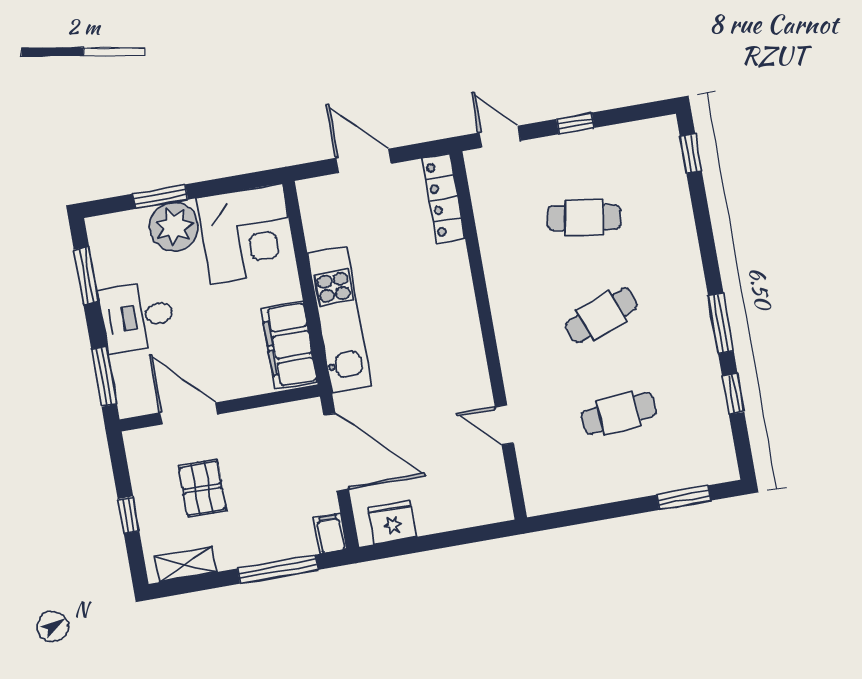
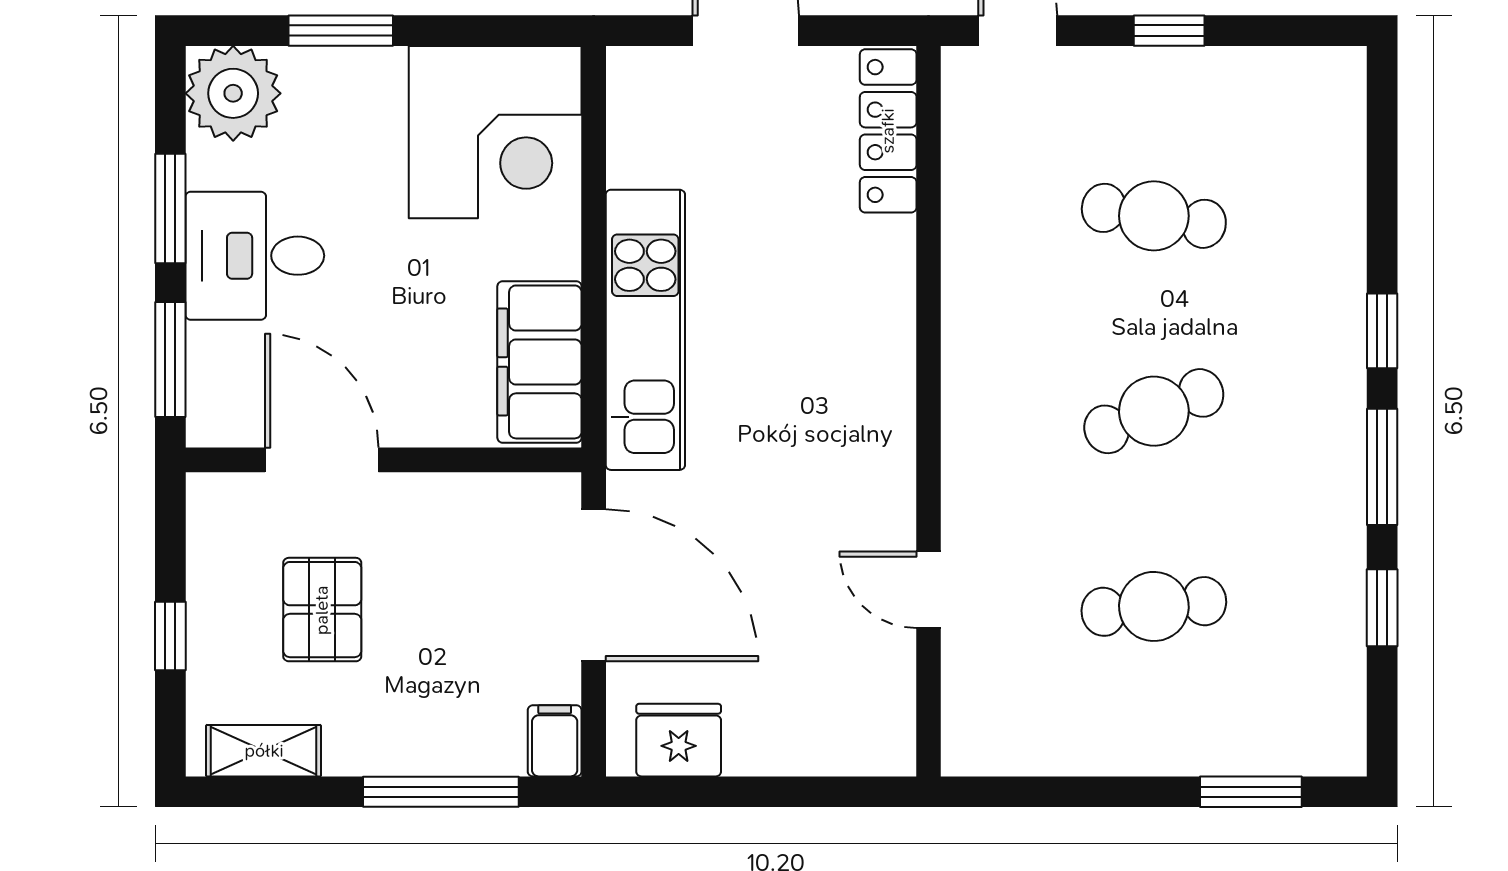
window: (691, 153) -> (1382, 331), moved
plant: (174, 227) -> (233, 93), moved
window: (86, 276) -> (170, 208), moved

